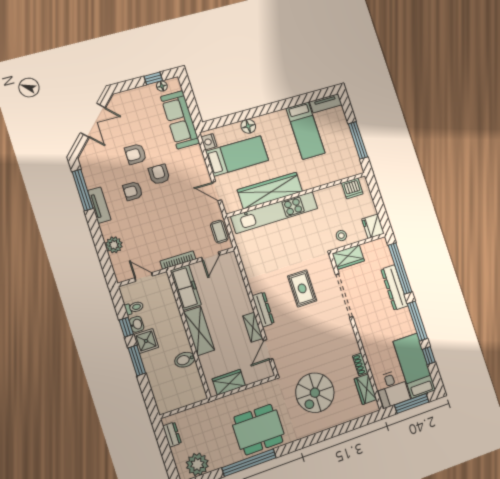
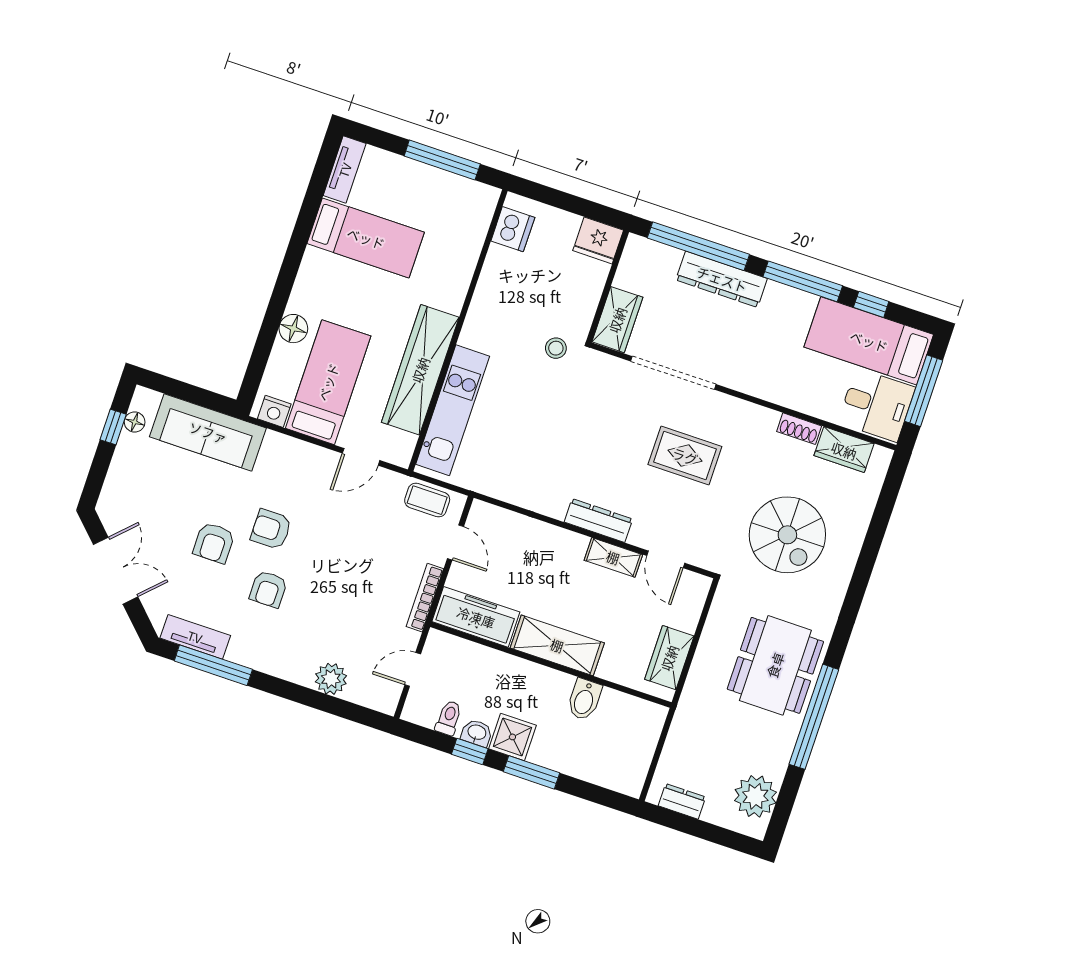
tv unit: (99, 205) -> (195, 637), moved
kitchen unit: (274, 212) -> (453, 410), width x0.73
stool: (341, 236) -> (556, 348), moved
rug: (302, 288) -> (685, 456), moved

